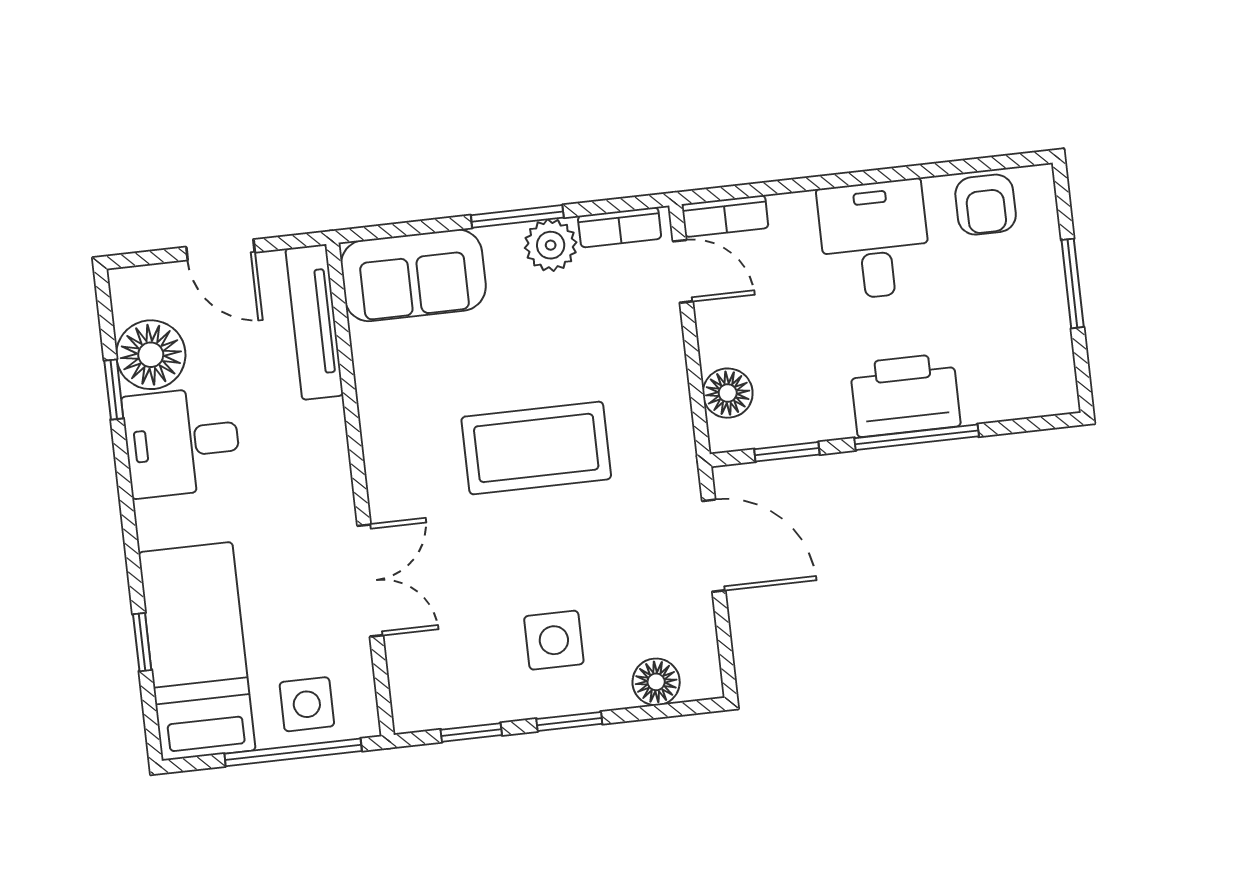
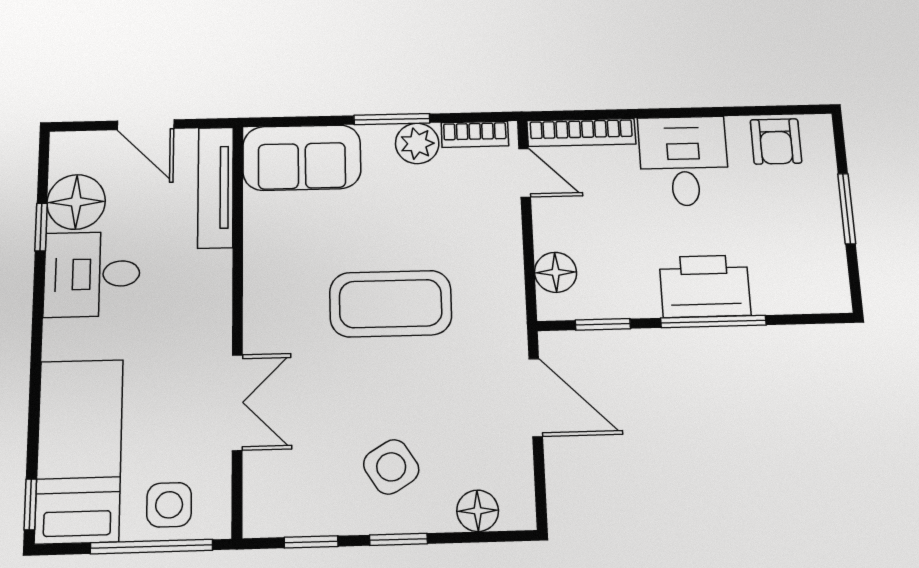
bookcase: (725, 216) -> (581, 132), width x1.56
side table: (554, 640) -> (391, 467), turned -32
window: (142, 642) -> (30, 504), moved

